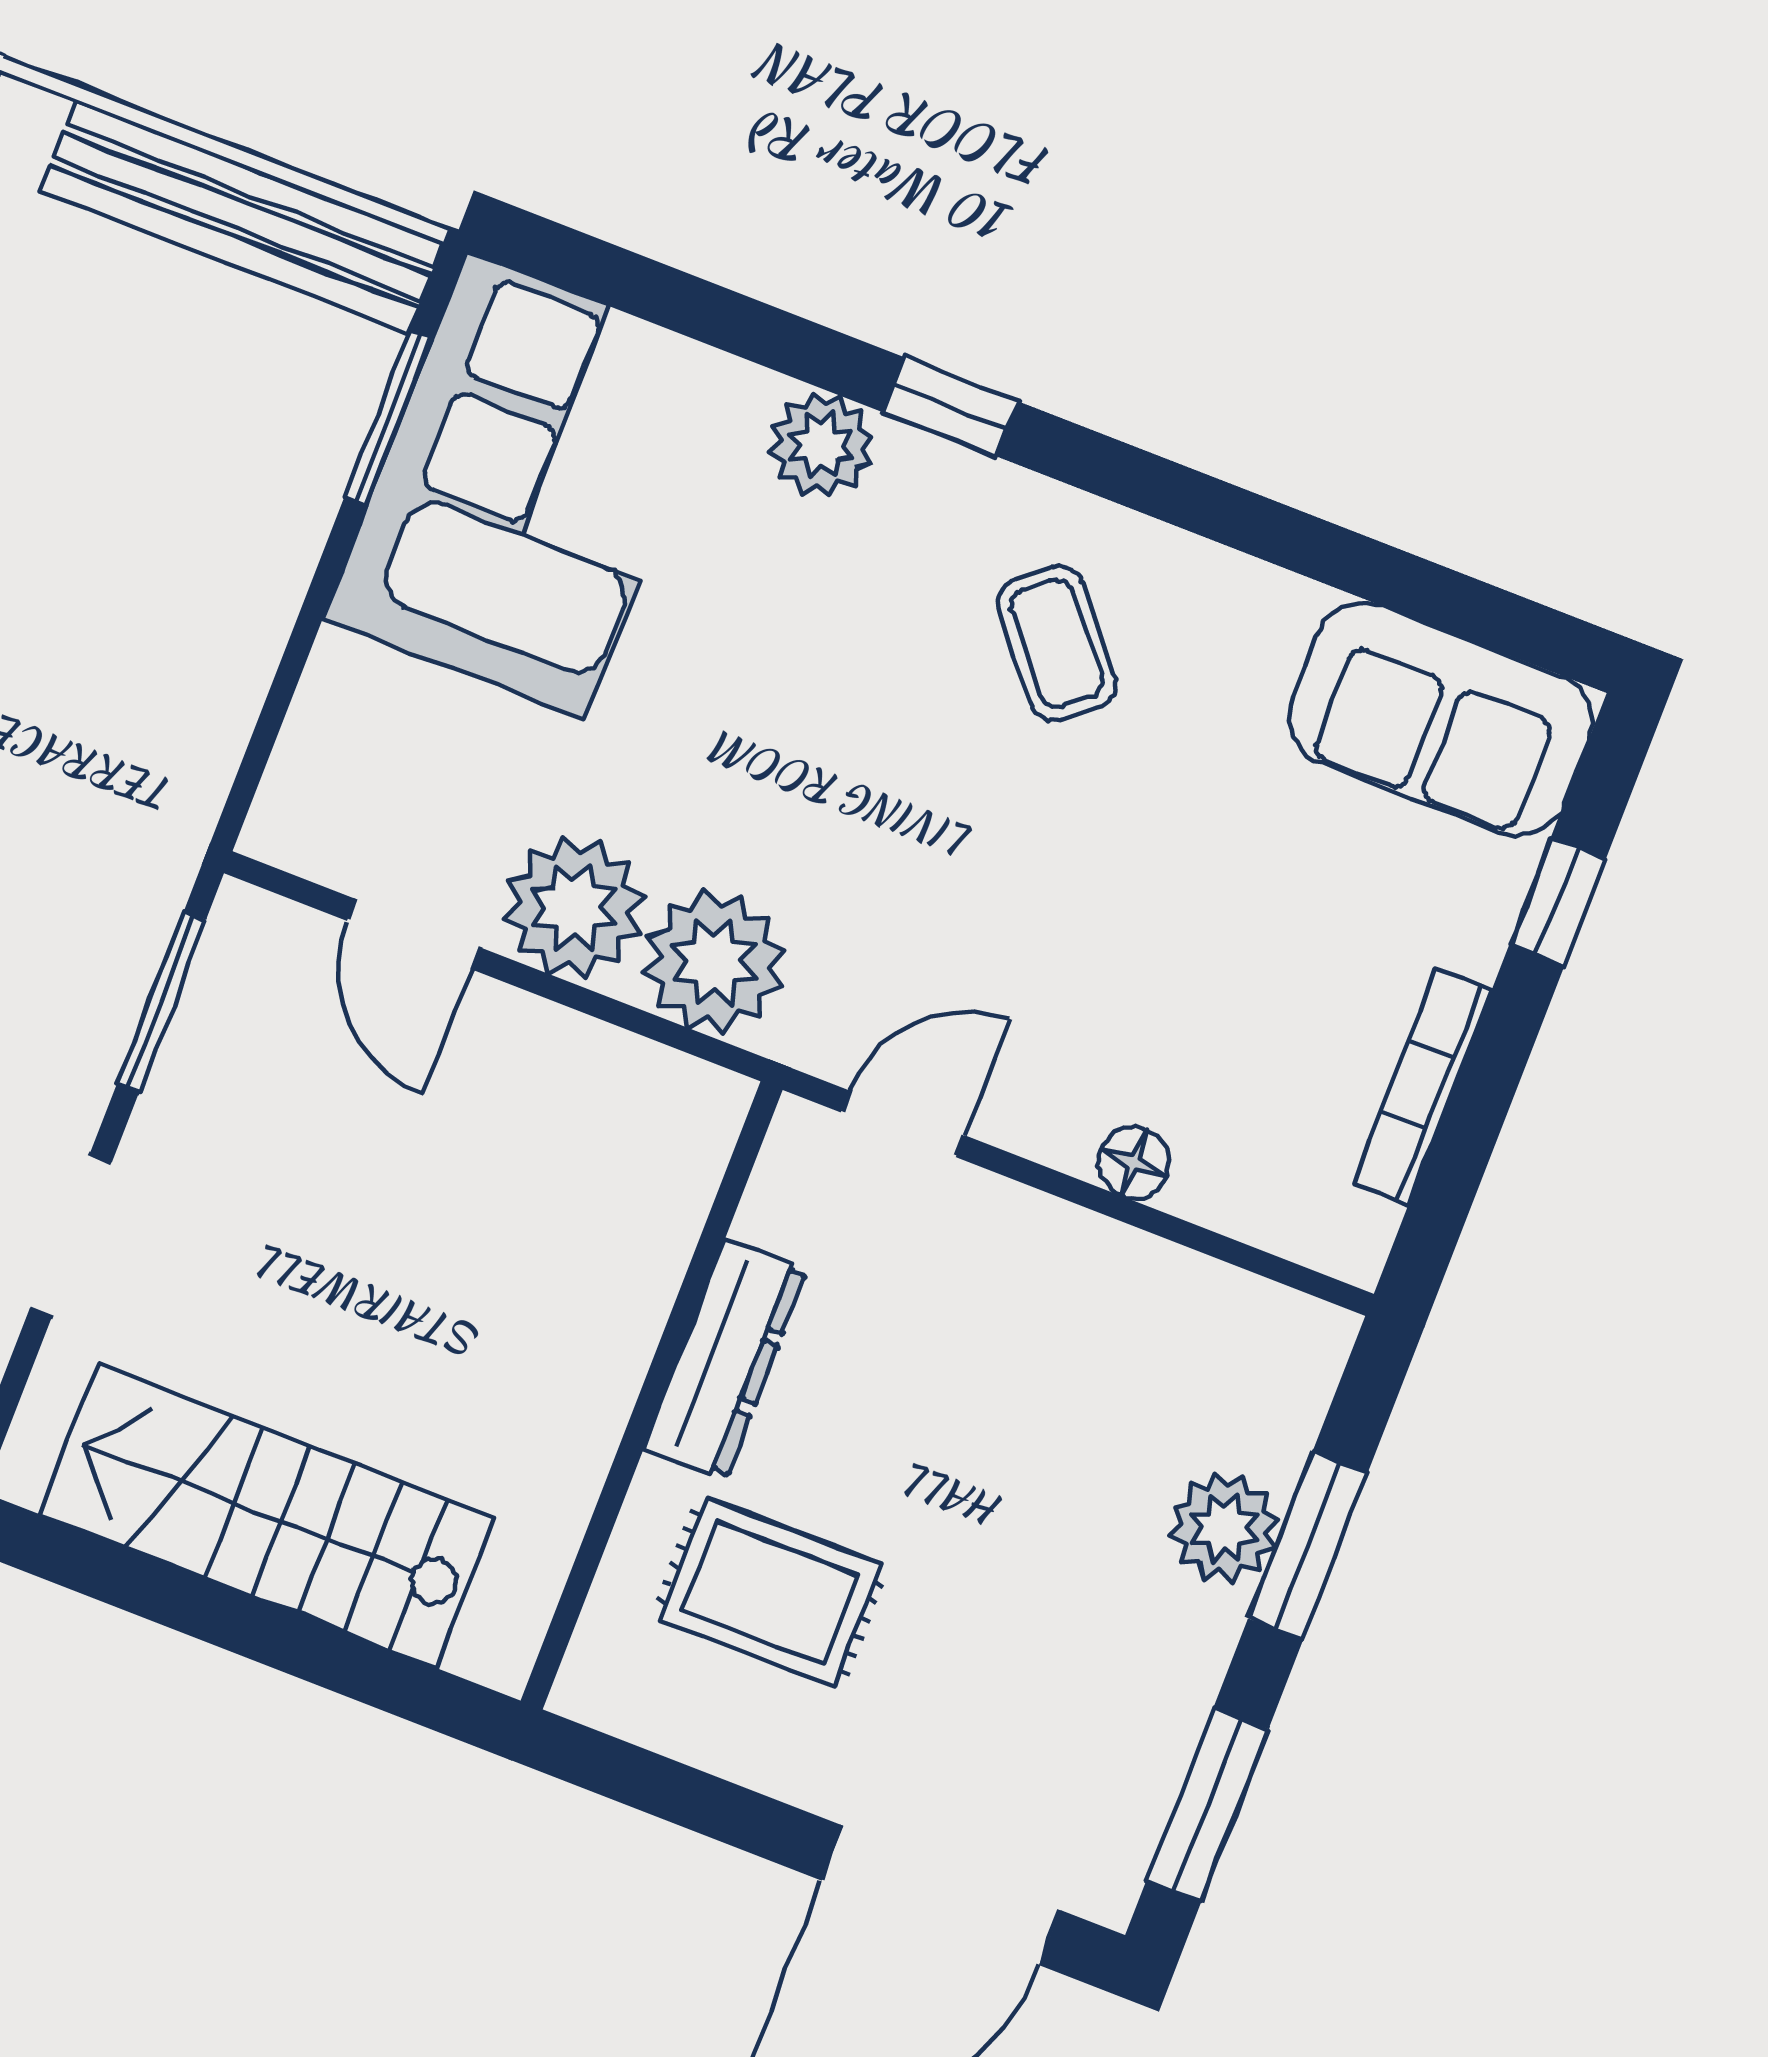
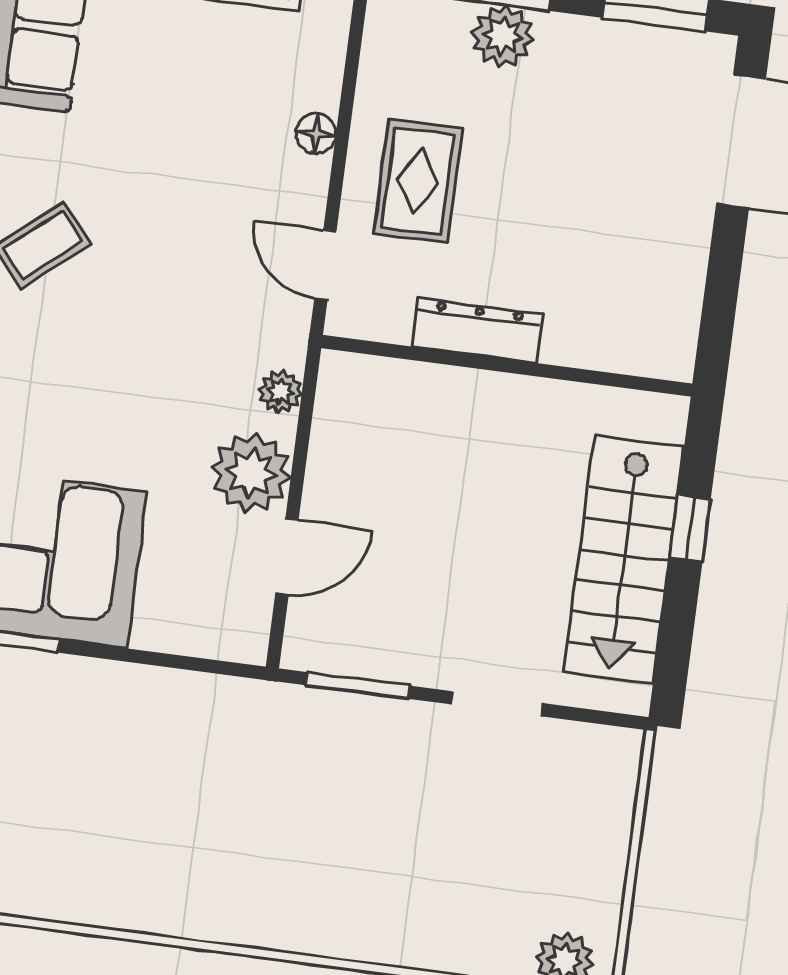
plant: (714, 962) -> (281, 392), width x0.53, depth x0.53
rug: (770, 1592) -> (418, 181), moved
window: (293, 1644) -> (690, 528), added

